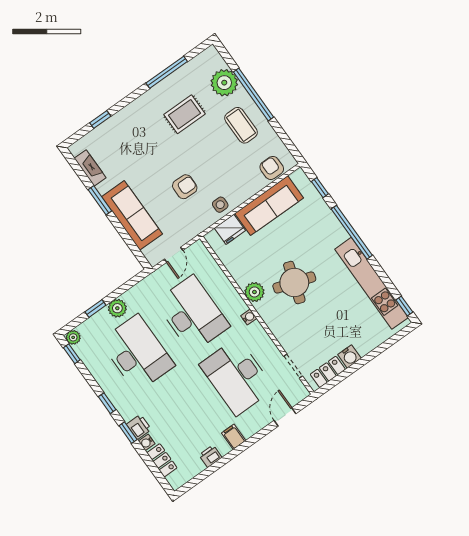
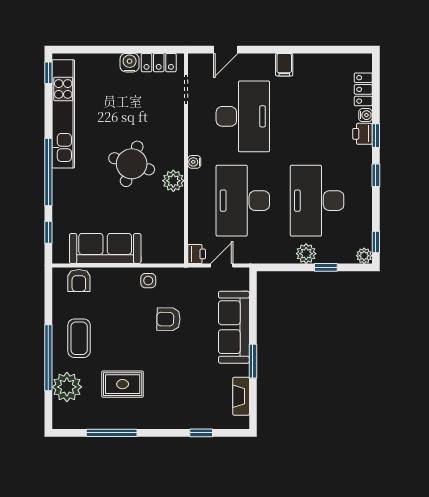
fridge: (230, 229) -> (155, 252), removed
printer: (210, 456) -> (197, 254), moved, turned -90

